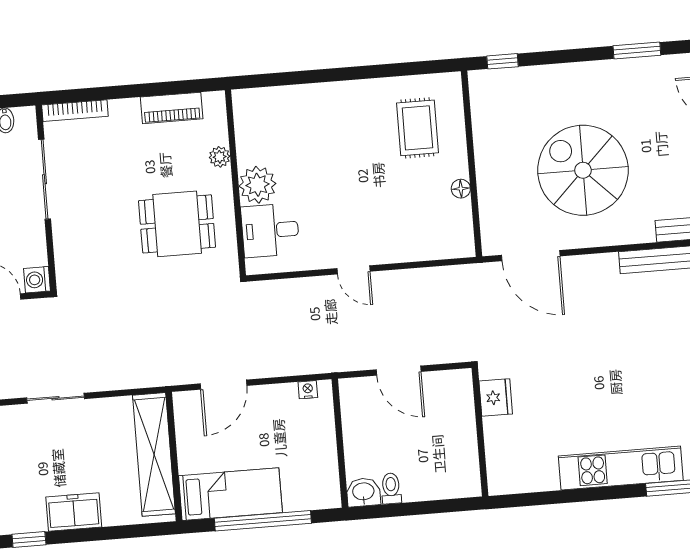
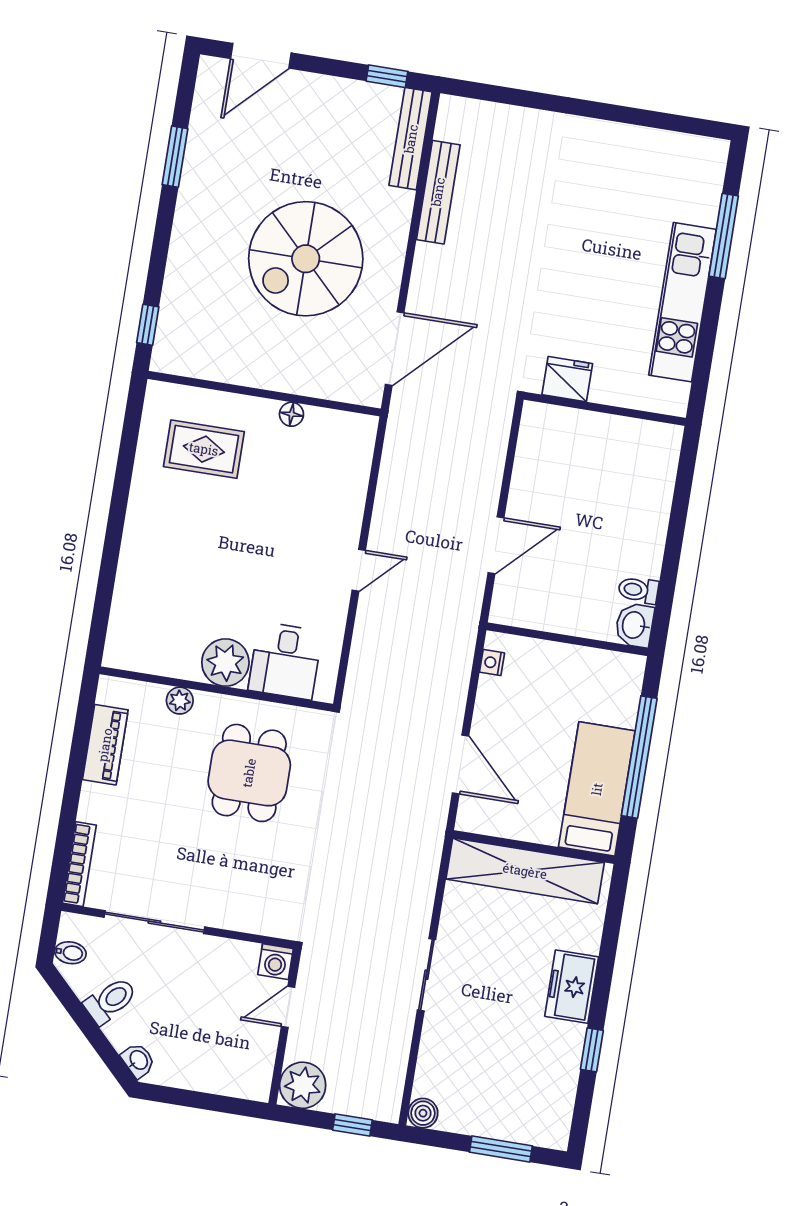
fridge: (496, 398) -> (567, 379), moved
wall: (480, 432) -> (605, 409), moved

